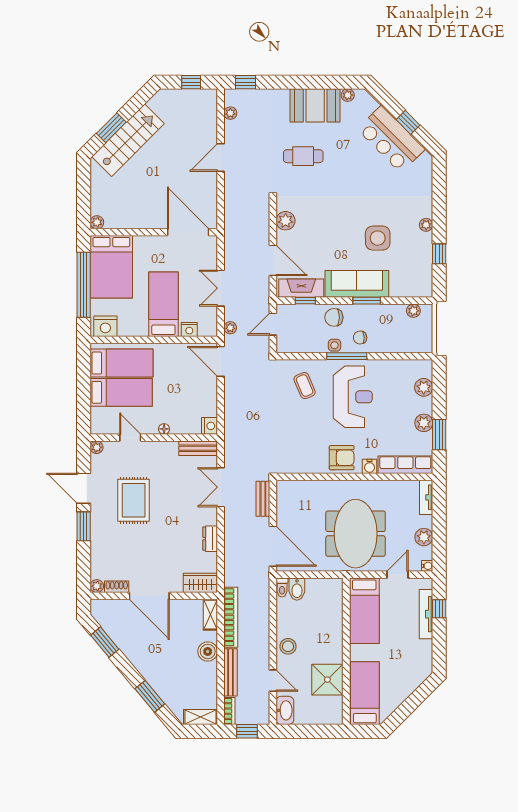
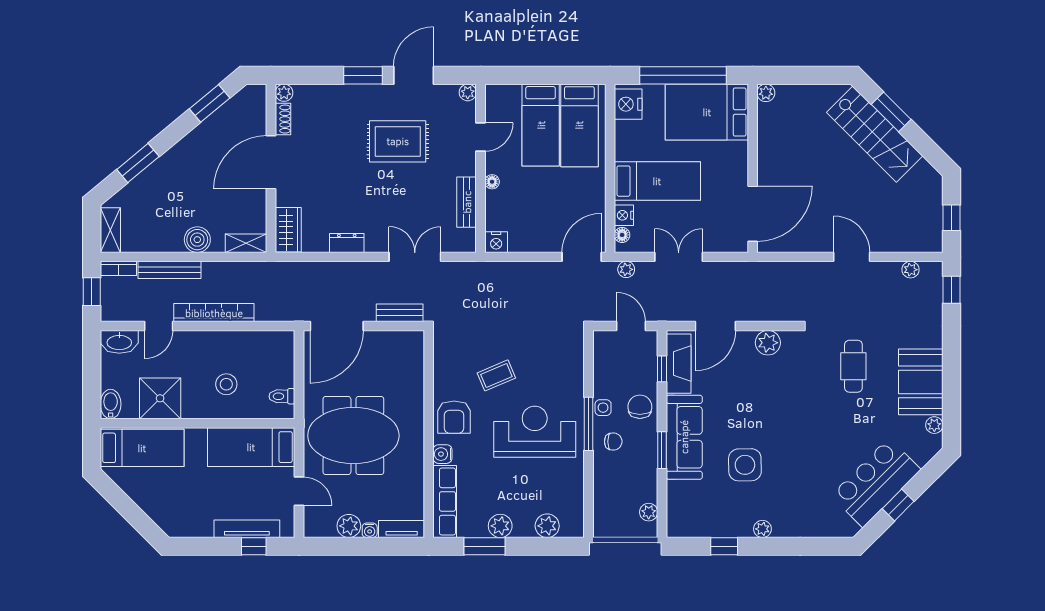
floor lamp: (204, 331) -> (622, 235), added
chair: (360, 338) -> (613, 442), turned 93
coffee table: (305, 386) -> (496, 375), moved
reception desk: (353, 397) -> (535, 432), turned 180
bench: (198, 448) -> (467, 202), moved
water cooler: (427, 566) -> (370, 530), moved
toilet: (282, 588) -> (282, 396), moved
bidet: (297, 589) -> (111, 404), moved, turned 90
bookcase: (231, 617) -> (214, 313), moved, turned 180
stool: (288, 646) -> (226, 384), moved

